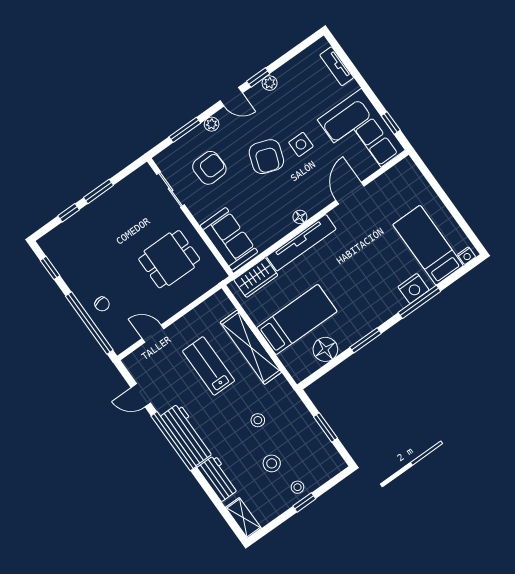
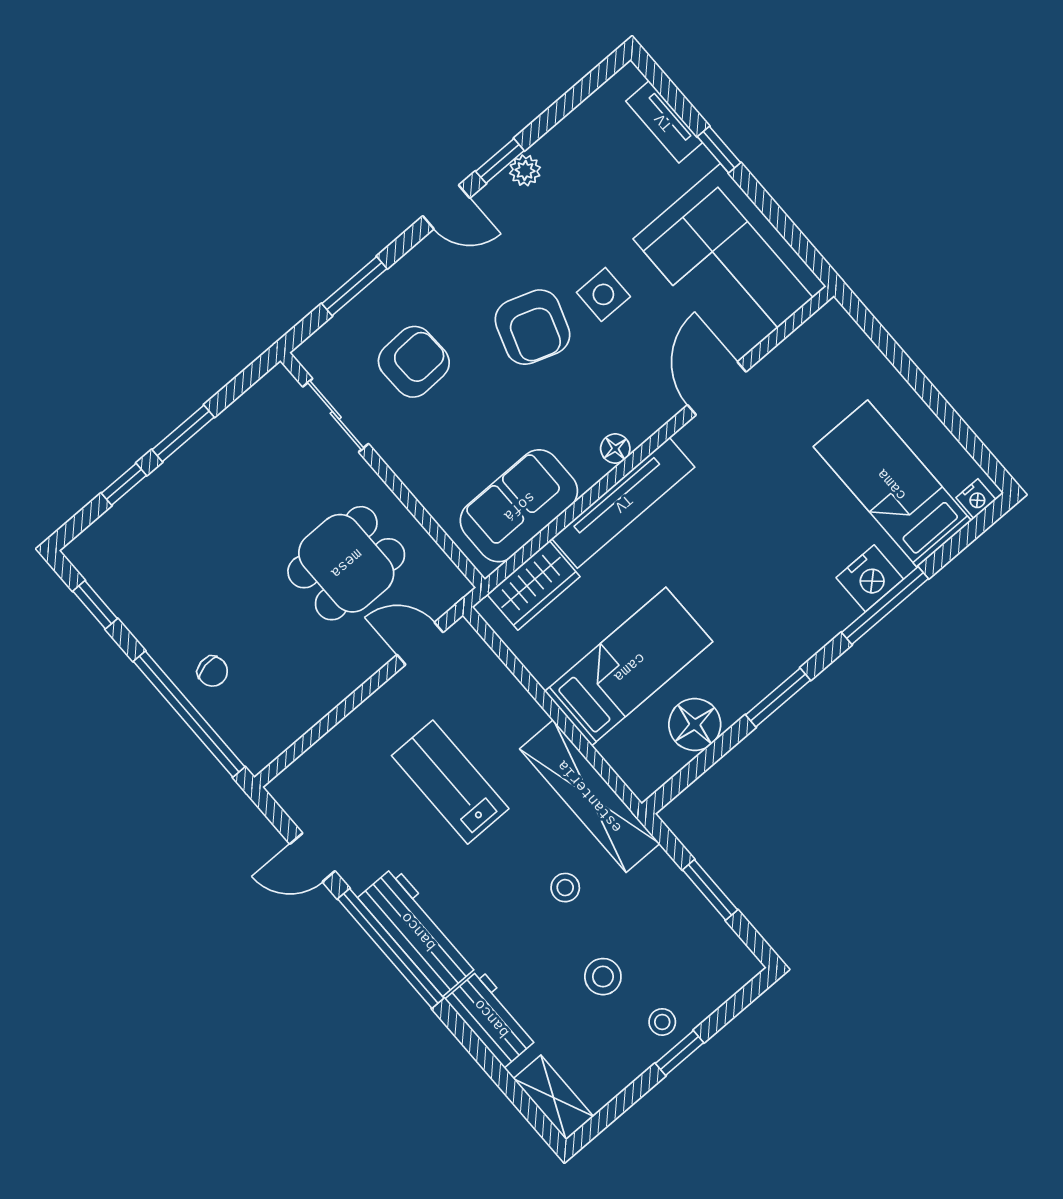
window: (391, 123) -> (719, 150), moved
plant: (212, 124) -> (410, 269), removed
sofa: (229, 239) -> (519, 506), moved, turned -90
door: (153, 334) -> (420, 644), moved
shelving: (251, 347) -> (590, 796), moved

